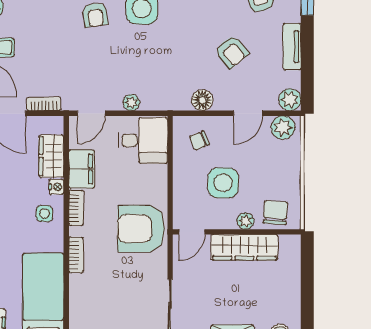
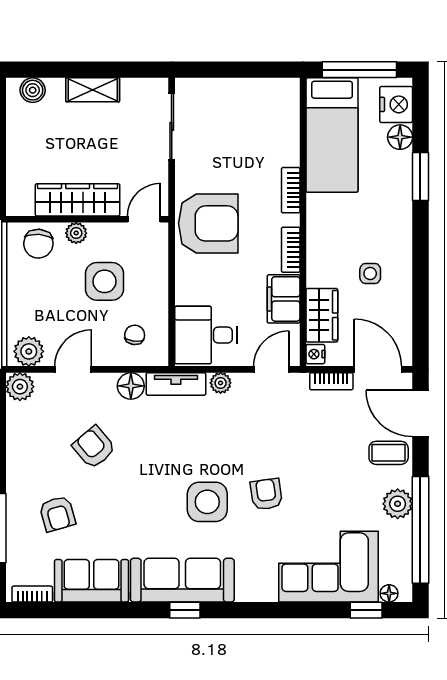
tv unit: (292, 47) -> (176, 384), moved, turned 90
chair: (199, 141) -> (135, 335), turned -61
nightstand: (56, 187) -> (315, 354), moved
side table: (44, 214) -> (370, 274), moved

